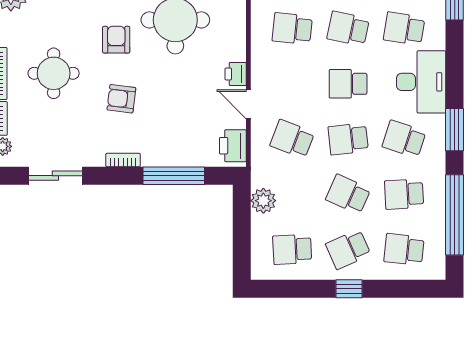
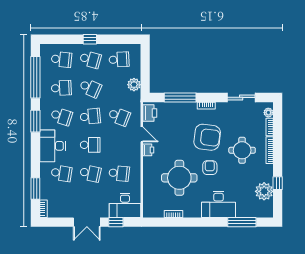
armchair: (116, 40) -> (210, 168), turned 180
armchair: (121, 99) -> (207, 137), width x1.88, depth x1.88
school desk: (348, 249) -> (90, 59), turned 39

